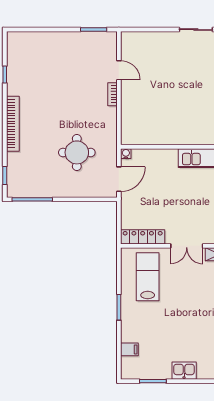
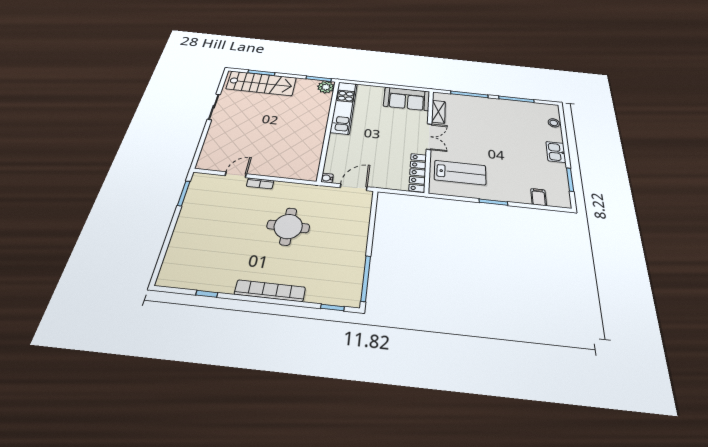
round table: (77, 152) -> (288, 226), moved
door: (119, 179) -> (354, 187), hinge flipped
lab bench: (148, 277) -> (460, 173), turned 180

